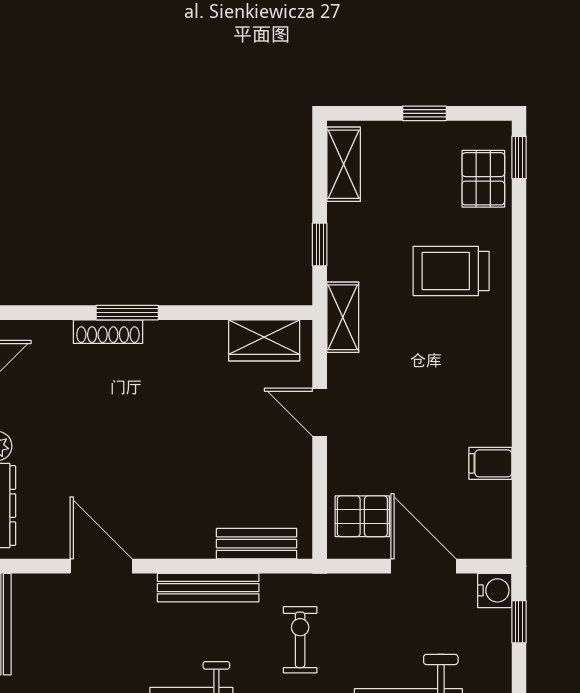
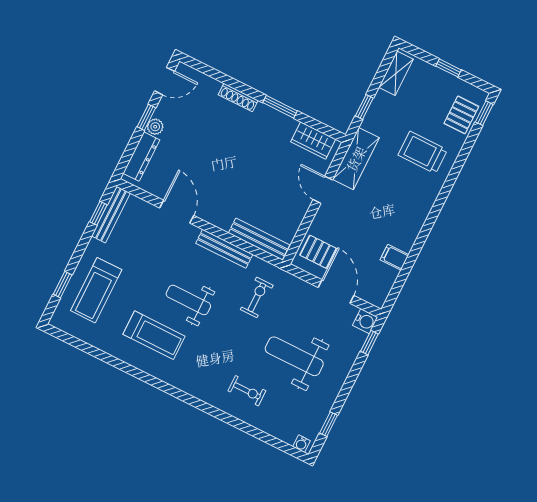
window: (127, 313) -> (280, 107), moved
shelving: (343, 317) -> (356, 159), width x1.50, depth x1.33
bench: (256, 544) -> (259, 239), width x1.36

